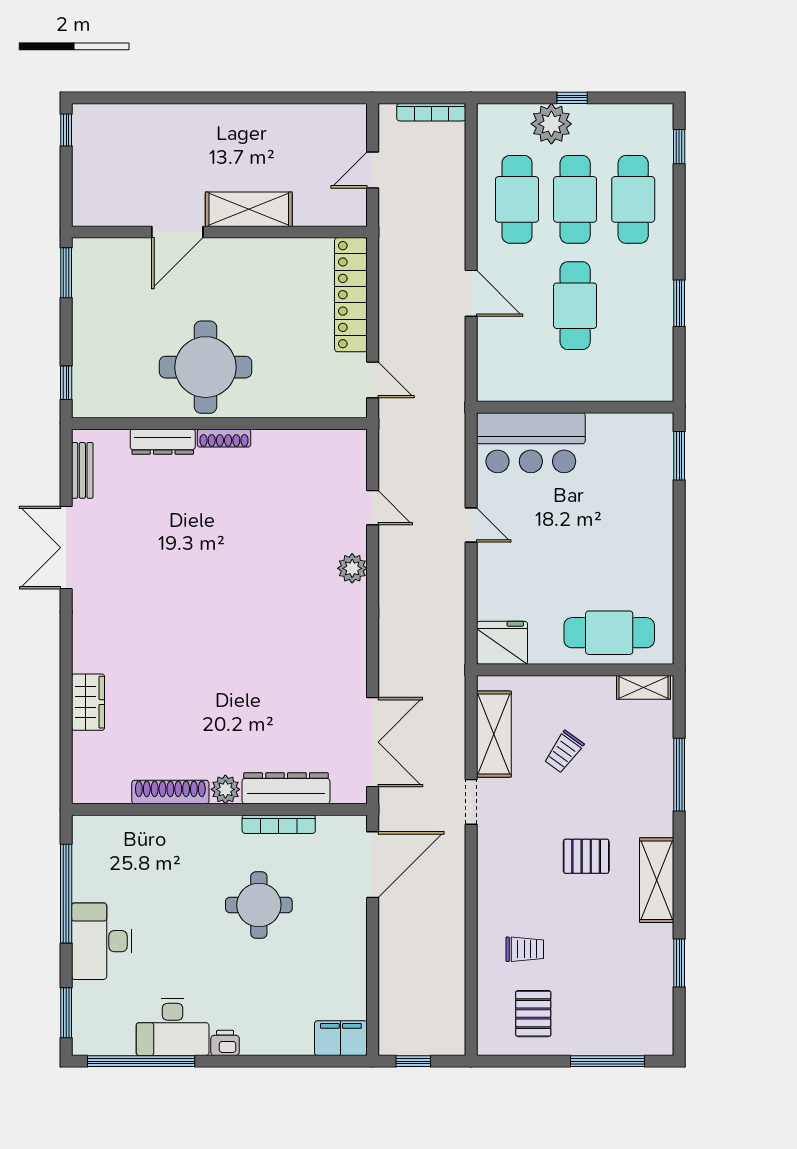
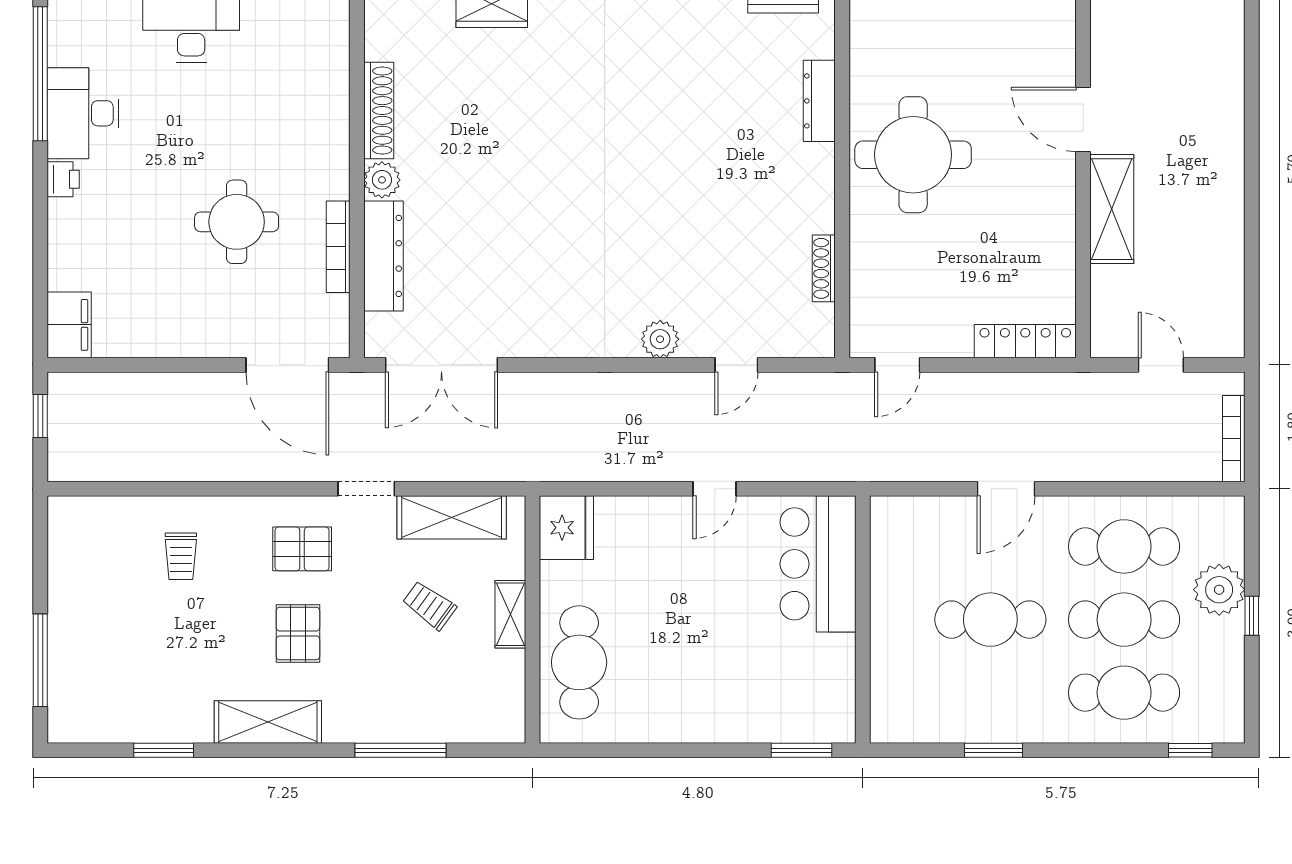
locker: (351, 295) -> (1025, 341), width x0.71, depth x0.83
shoe rack: (224, 438) -> (824, 268), moved
shelving: (644, 687) -> (510, 614), moved
pallet: (533, 1014) -> (302, 549), moved

